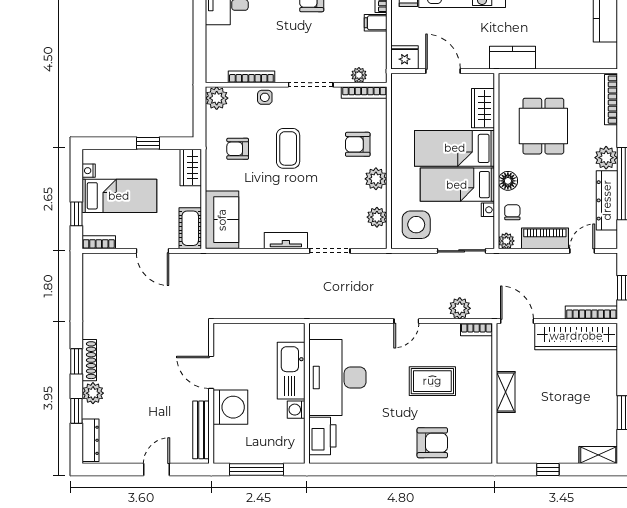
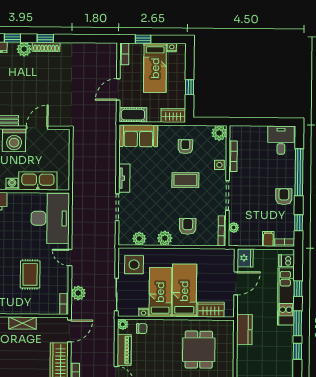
dining table: (543, 126) -> (199, 350), turned 90
floor lamp: (508, 181) -> (163, 326), removed
desk: (337, 377) -> (50, 218), moved, turned 90

